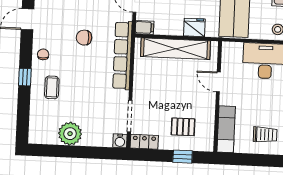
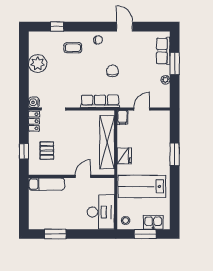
row of seats: (122, 55) -> (100, 101), width x0.73
window: (25, 77) -> (57, 27), moved
trolley: (265, 135) -> (44, 214), removed

